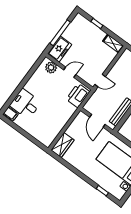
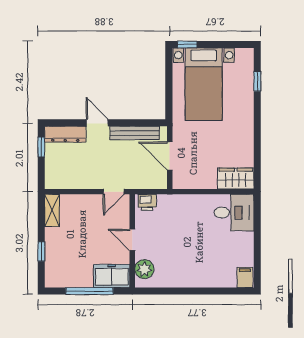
door: (100, 80) -> (114, 192), swing flipped
printer: (78, 95) -> (147, 202), width x0.53, depth x0.68
desk: (25, 104) -> (234, 213), moved, turned -90
door: (97, 121) -> (170, 156), swing flipped

